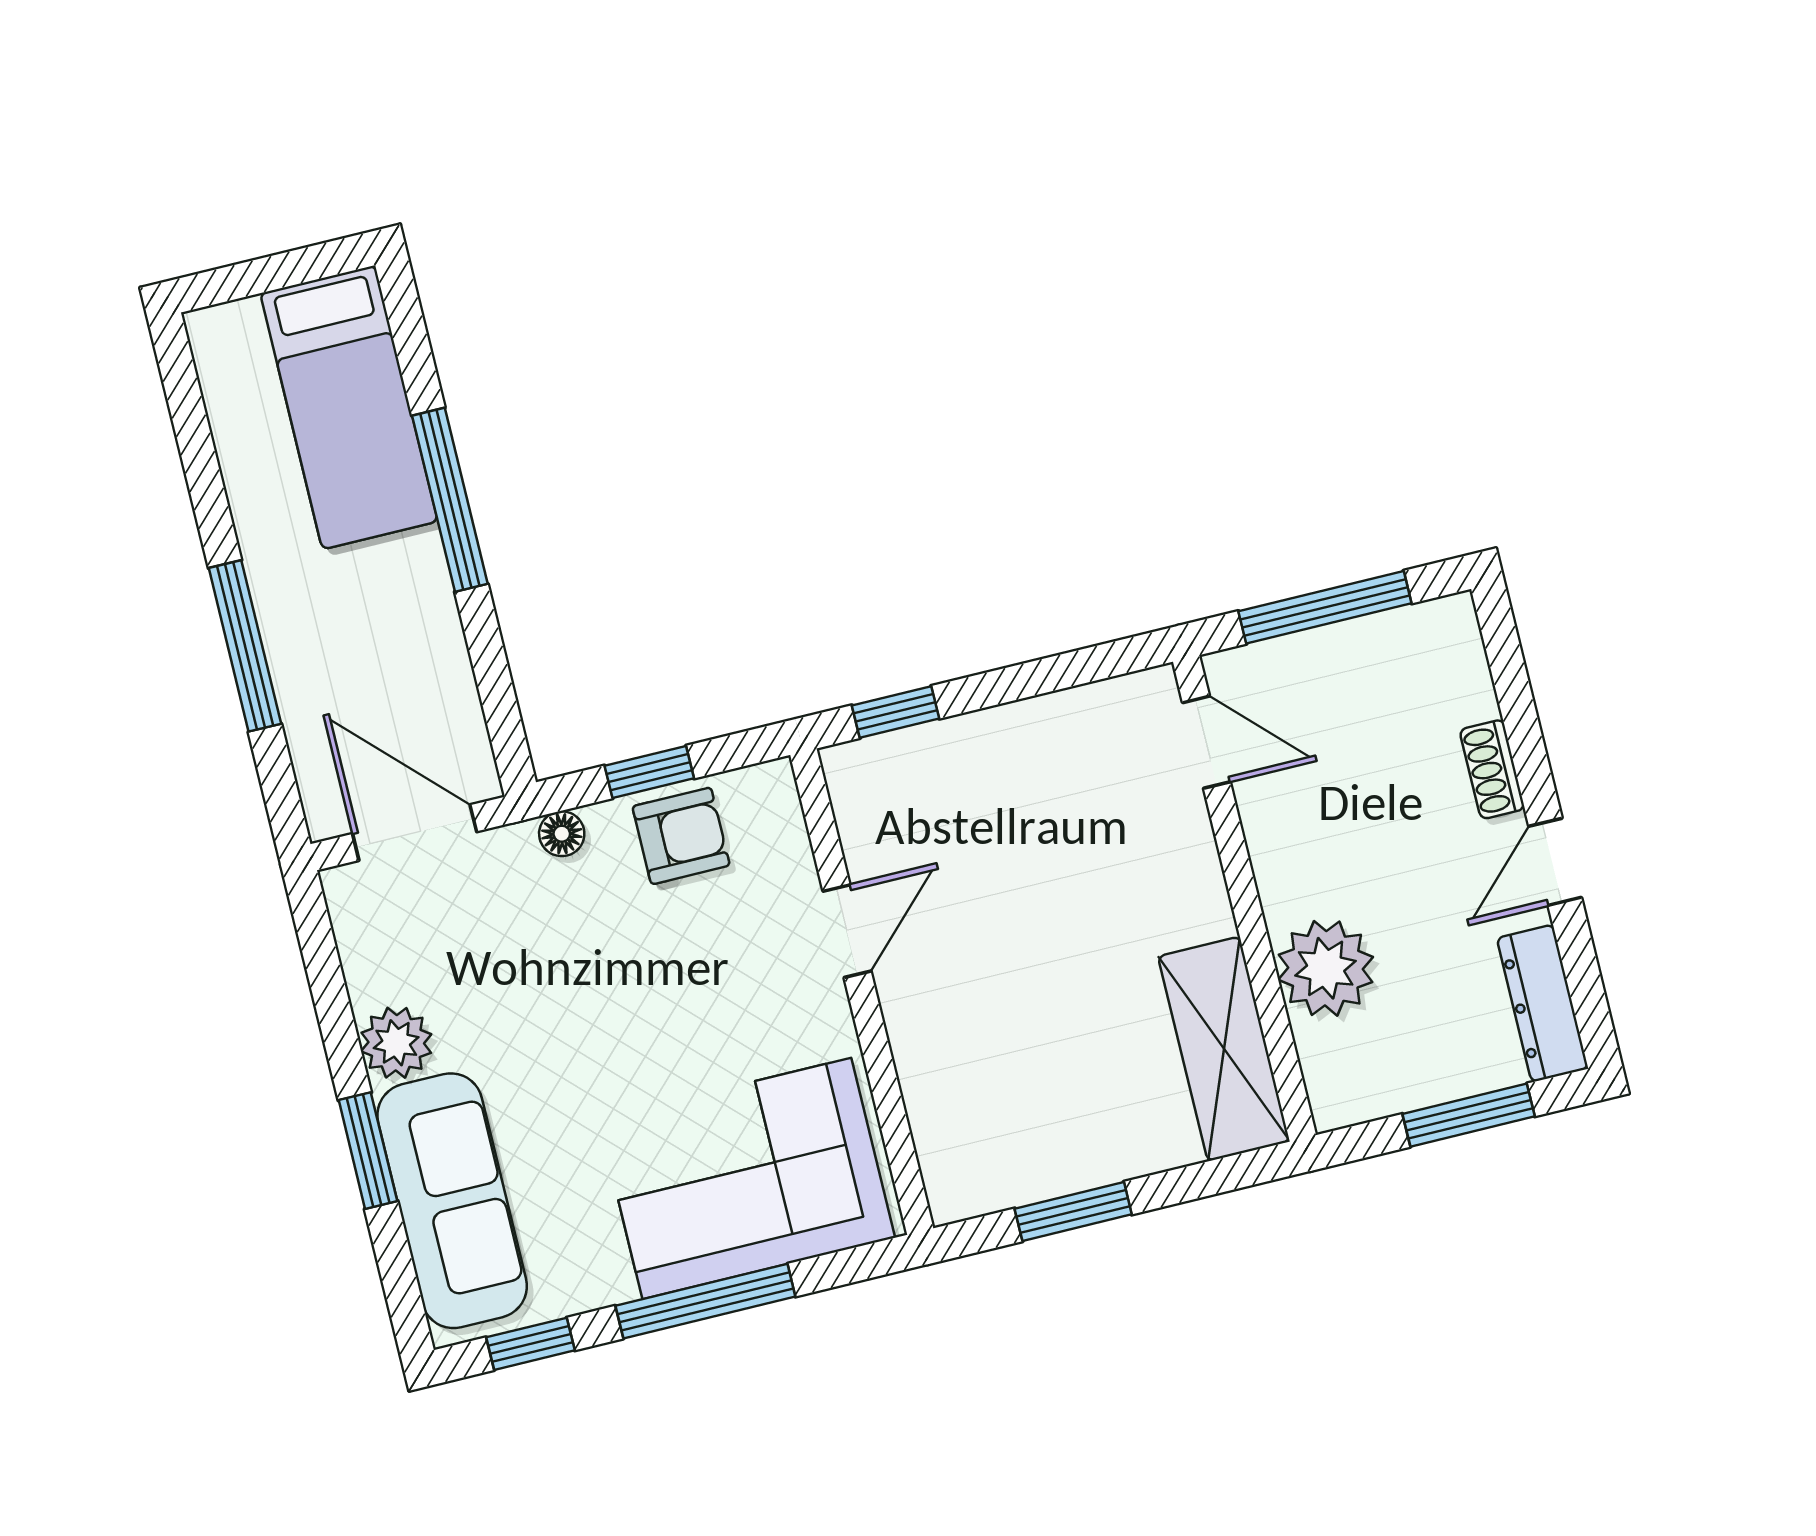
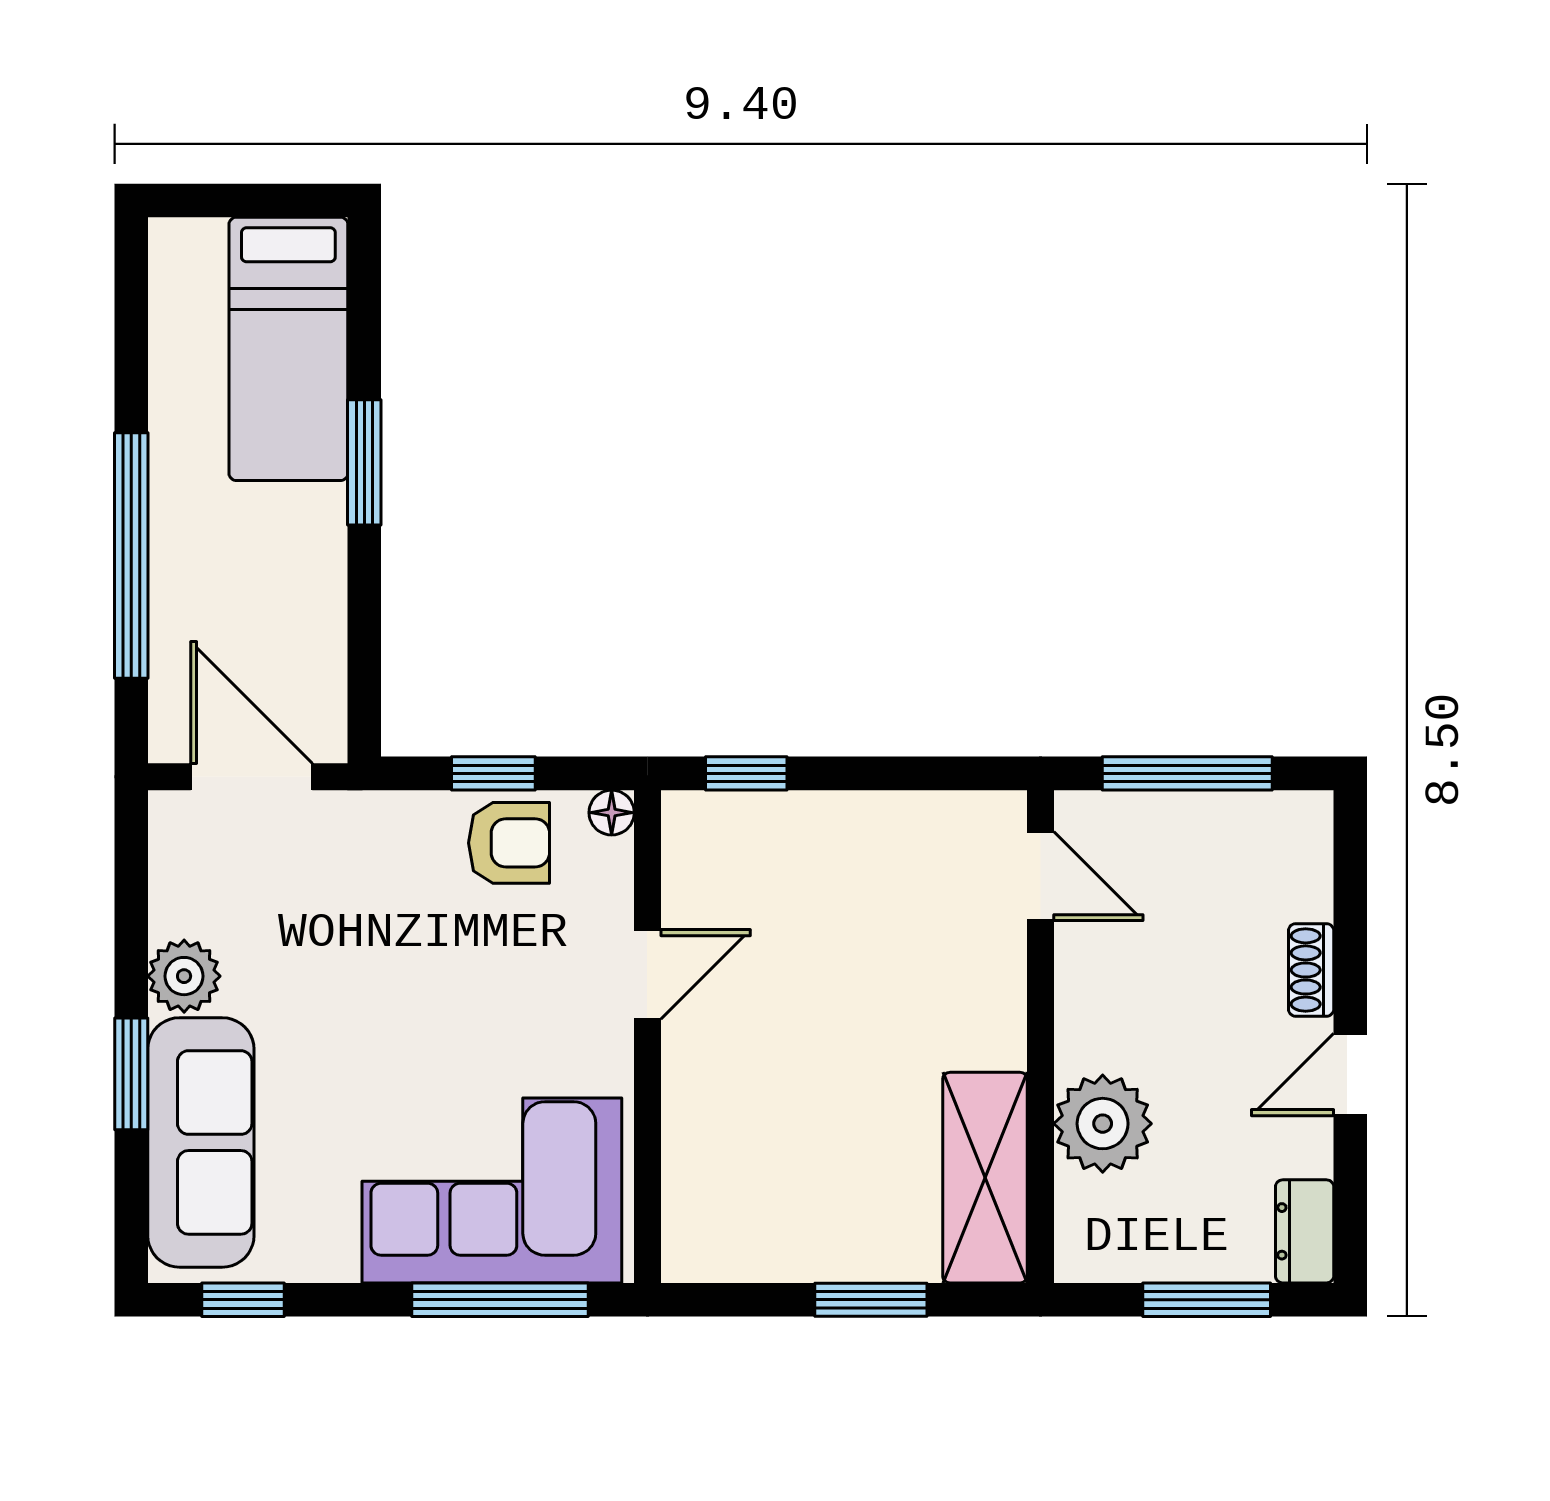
window: (450, 500) -> (364, 462), width x0.69
window: (245, 646) -> (131, 556), width x1.46
floor lamp: (562, 834) -> (612, 813), moved
dresser: (1542, 1003) -> (1305, 1231), width x0.70
window: (1073, 1212) -> (871, 1300), moved
window: (705, 1301) -> (500, 1300), moved

